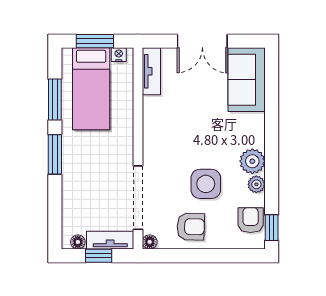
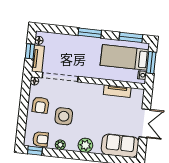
double door: (202, 41) -> (145, 123), swing flipped
tv unit: (151, 71) -> (117, 91), moved
window: (55, 99) -> (131, 37), moved
plant: (252, 161) -> (85, 145), moved

